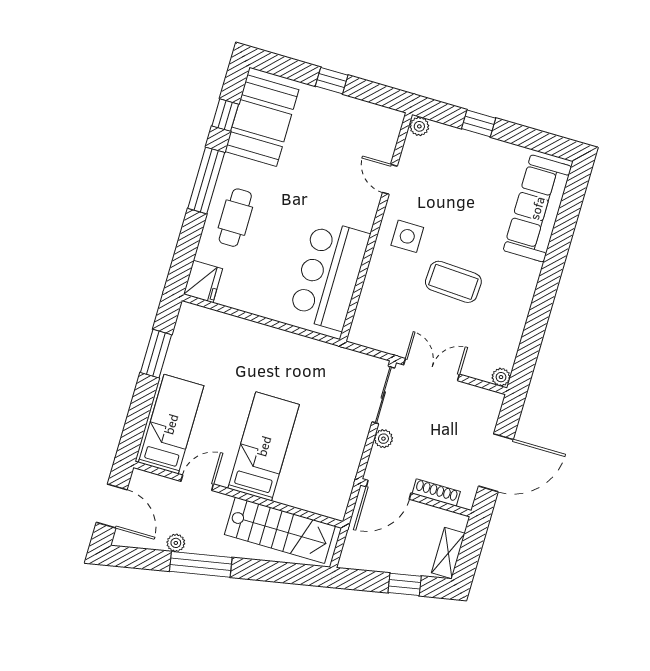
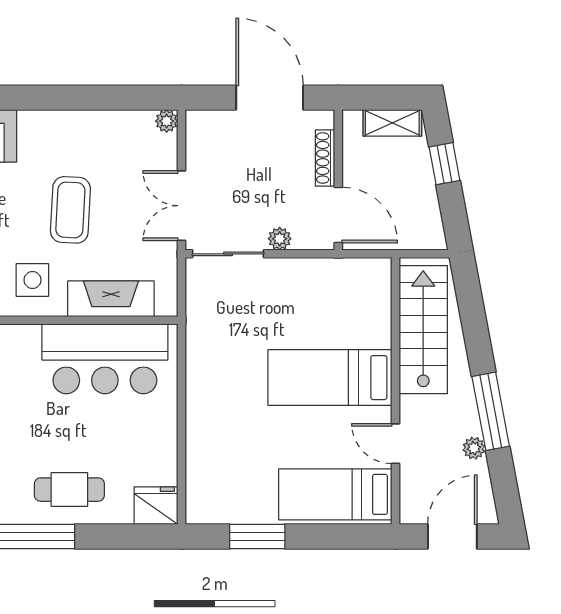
fireplace: (375, 293) -> (111, 299), added

